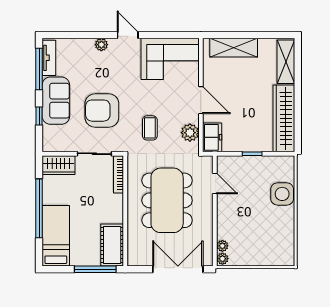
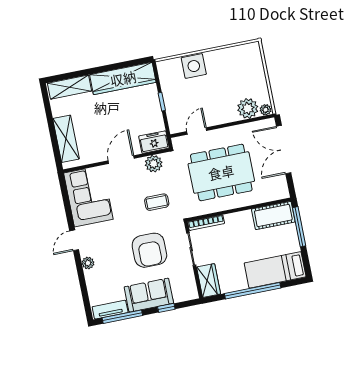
plant: (222, 246) -> (248, 108), width x1.88, depth x1.88

